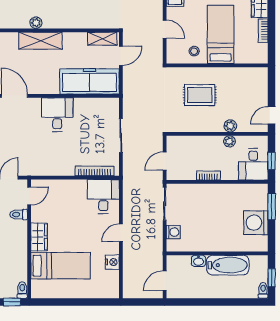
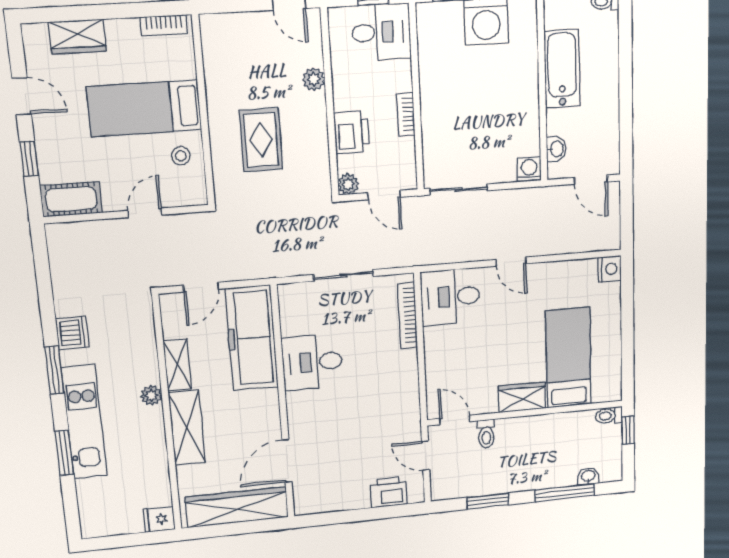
plant: (36, 23) -> (151, 395), moved
bookcase: (263, 31) -> (164, 25), moved
shelving: (102, 39) -> (177, 365), moved
door: (121, 56) -> (201, 287), swing flipped
desk: (57, 115) -> (312, 362), moved
plant: (229, 141) -> (348, 184), moved
printer: (200, 145) -> (352, 132), added
washing machine: (173, 232) -> (529, 169), moved
washbasin: (199, 261) -> (556, 149), moved
nightstand: (112, 262) -> (610, 269), moved, turned 90

